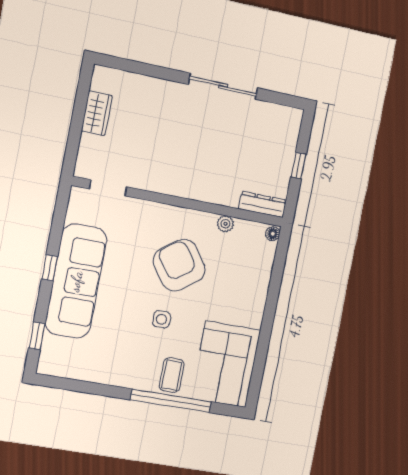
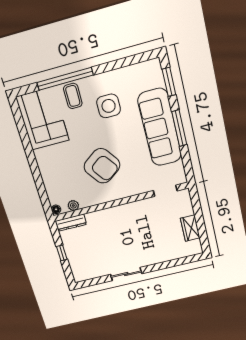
sliding door: (223, 86) -> (126, 274), width x0.73
plant: (225, 224) -> (73, 206), moved
window: (50, 268) -> (179, 128), width x2.17
side table: (161, 319) -> (109, 106), moved, width x1.87, depth x1.87
window: (37, 336) -> (169, 82), width x1.50

